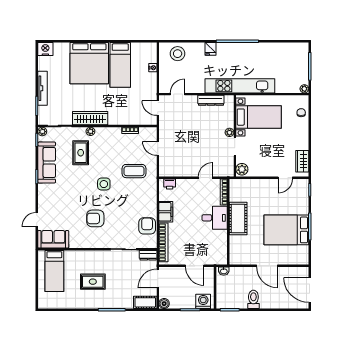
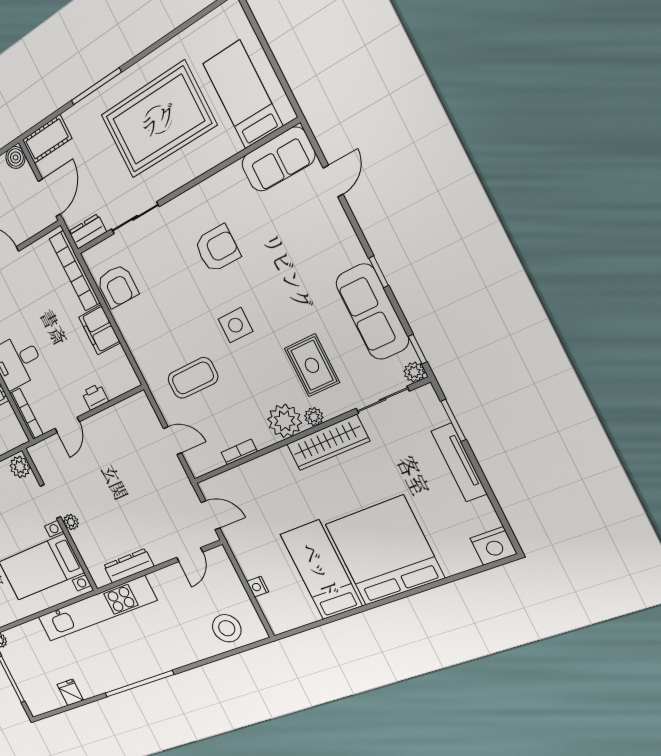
fridge: (210, 49) -> (70, 692), moved
plant: (104, 135) -> (285, 421), added
printer: (170, 184) -> (95, 397), moved
rug: (93, 282) -> (158, 120), width x1.86, depth x2.06

